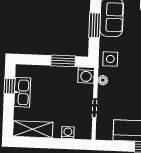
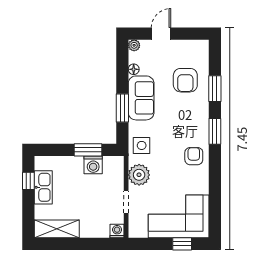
washing machine: (86, 75) -> (93, 165), moved
plant: (103, 80) -> (139, 175), width x1.87, depth x1.87
washing machine: (68, 133) -> (117, 231), moved

